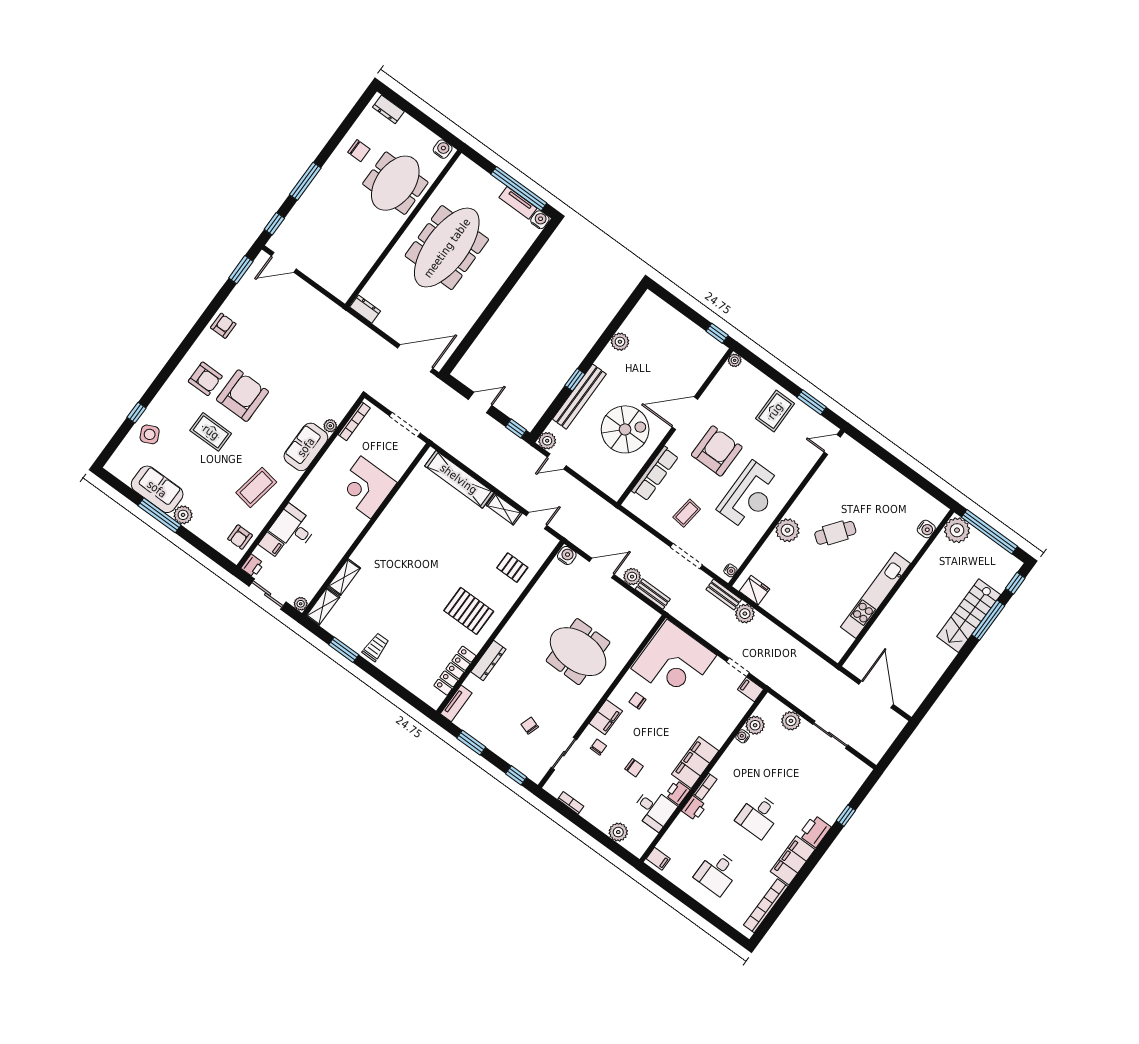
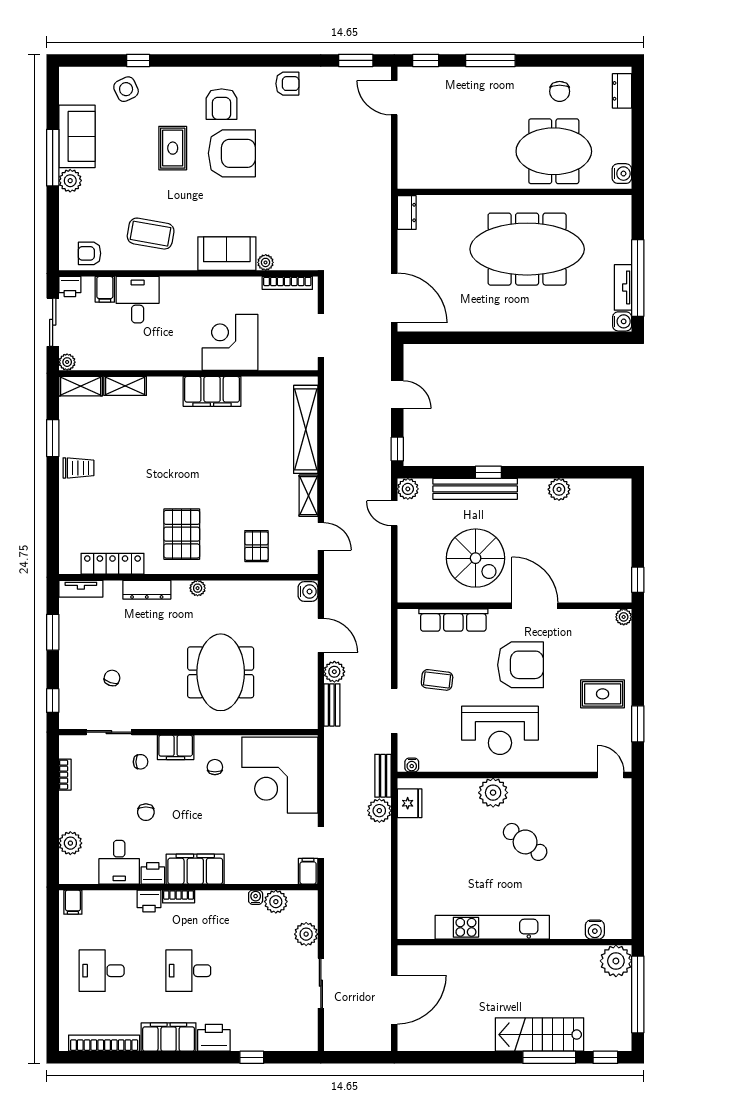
filing cabinet: (389, 523) -> (212, 391), added
plant: (512, 626) -> (198, 588), added

